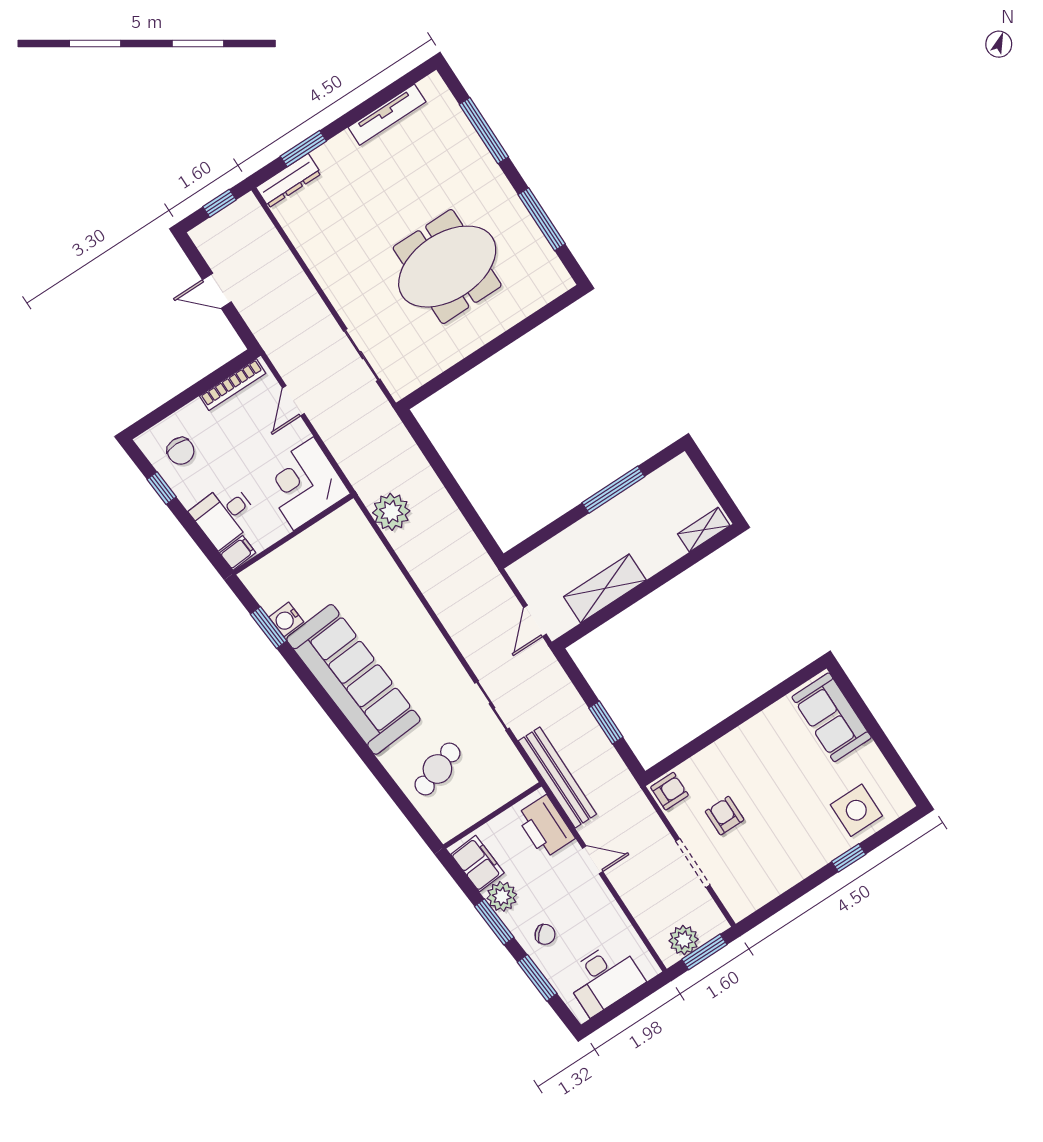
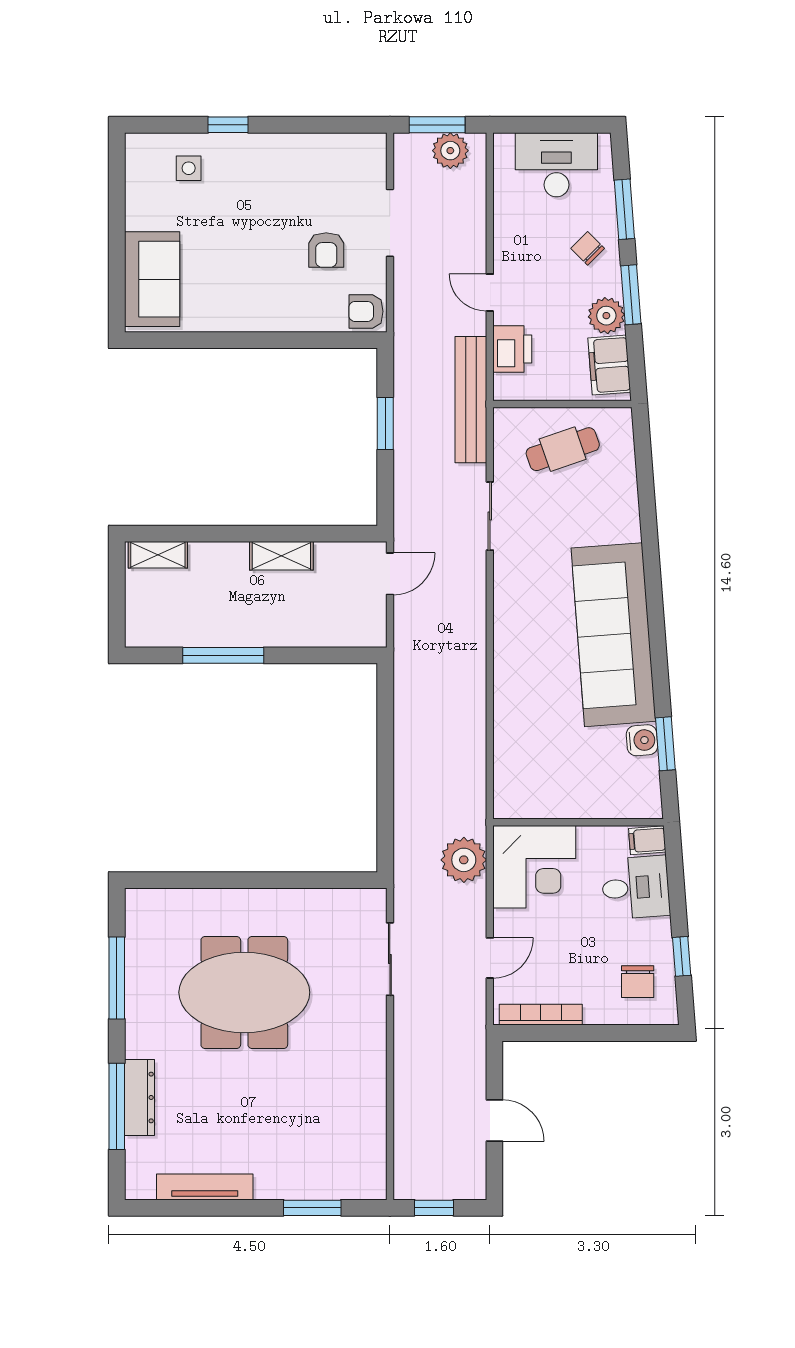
dresser: (288, 181) -> (139, 1097), moved, turned 90
chair: (181, 451) -> (638, 982), turned 180
plant: (391, 512) -> (464, 860), moved
shelving: (605, 588) -> (281, 556), width x0.67, depth x0.75
cafe table: (437, 769) -> (563, 449), moved
side table: (856, 810) -> (189, 168), width x0.54, depth x0.54
printer: (545, 827) -> (512, 349), width x0.73, depth x0.84

